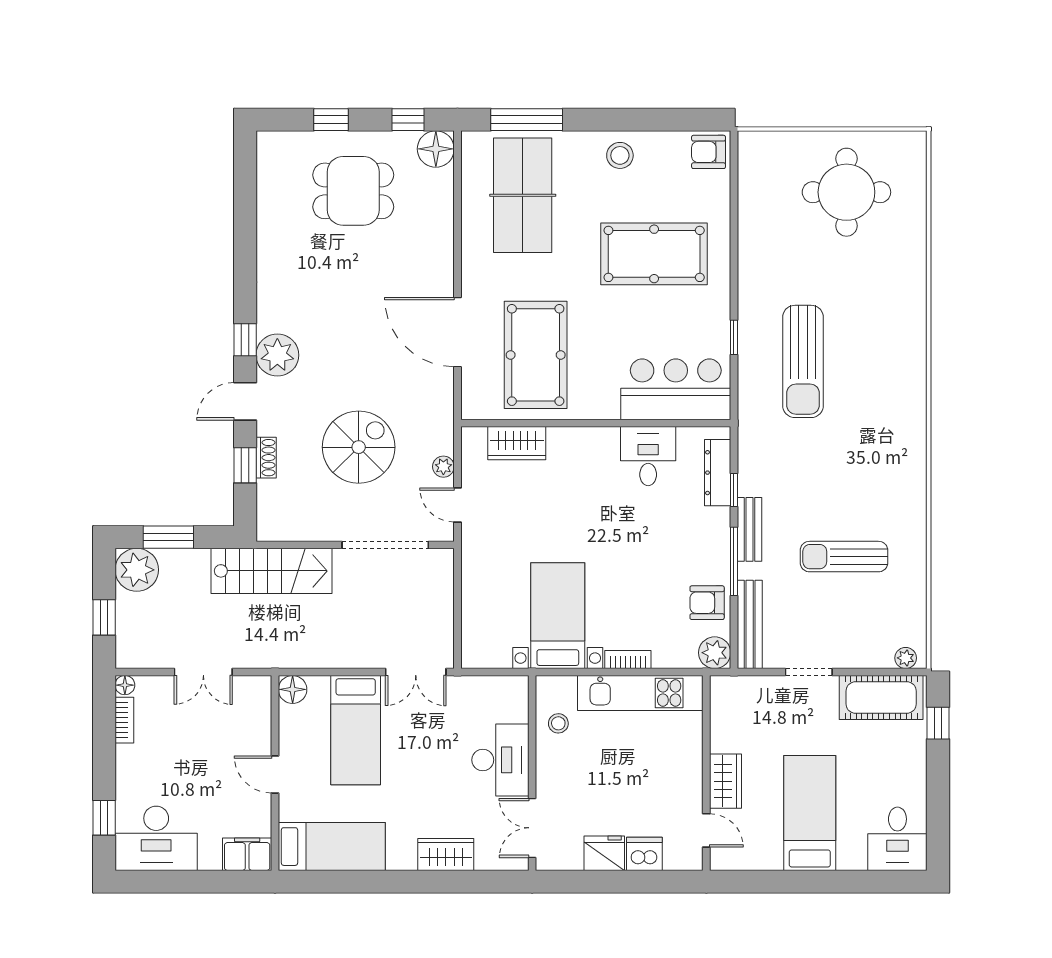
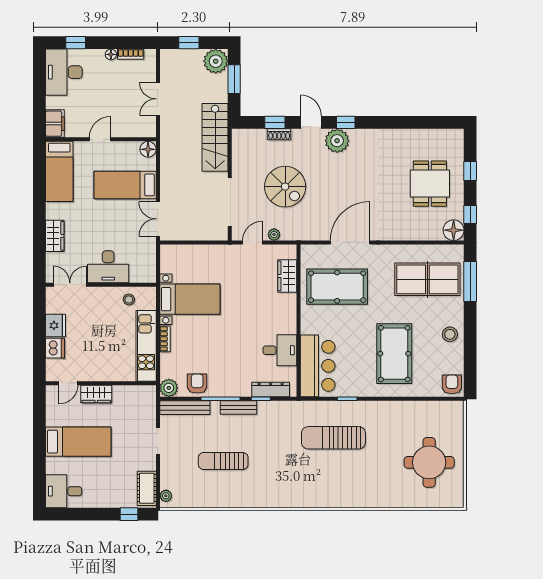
sun lounger: (844, 557) -> (223, 461), turned -90
floor lamp: (125, 685) -> (111, 54), moved
cot: (881, 697) -> (147, 488), width x0.73, depth x0.75

